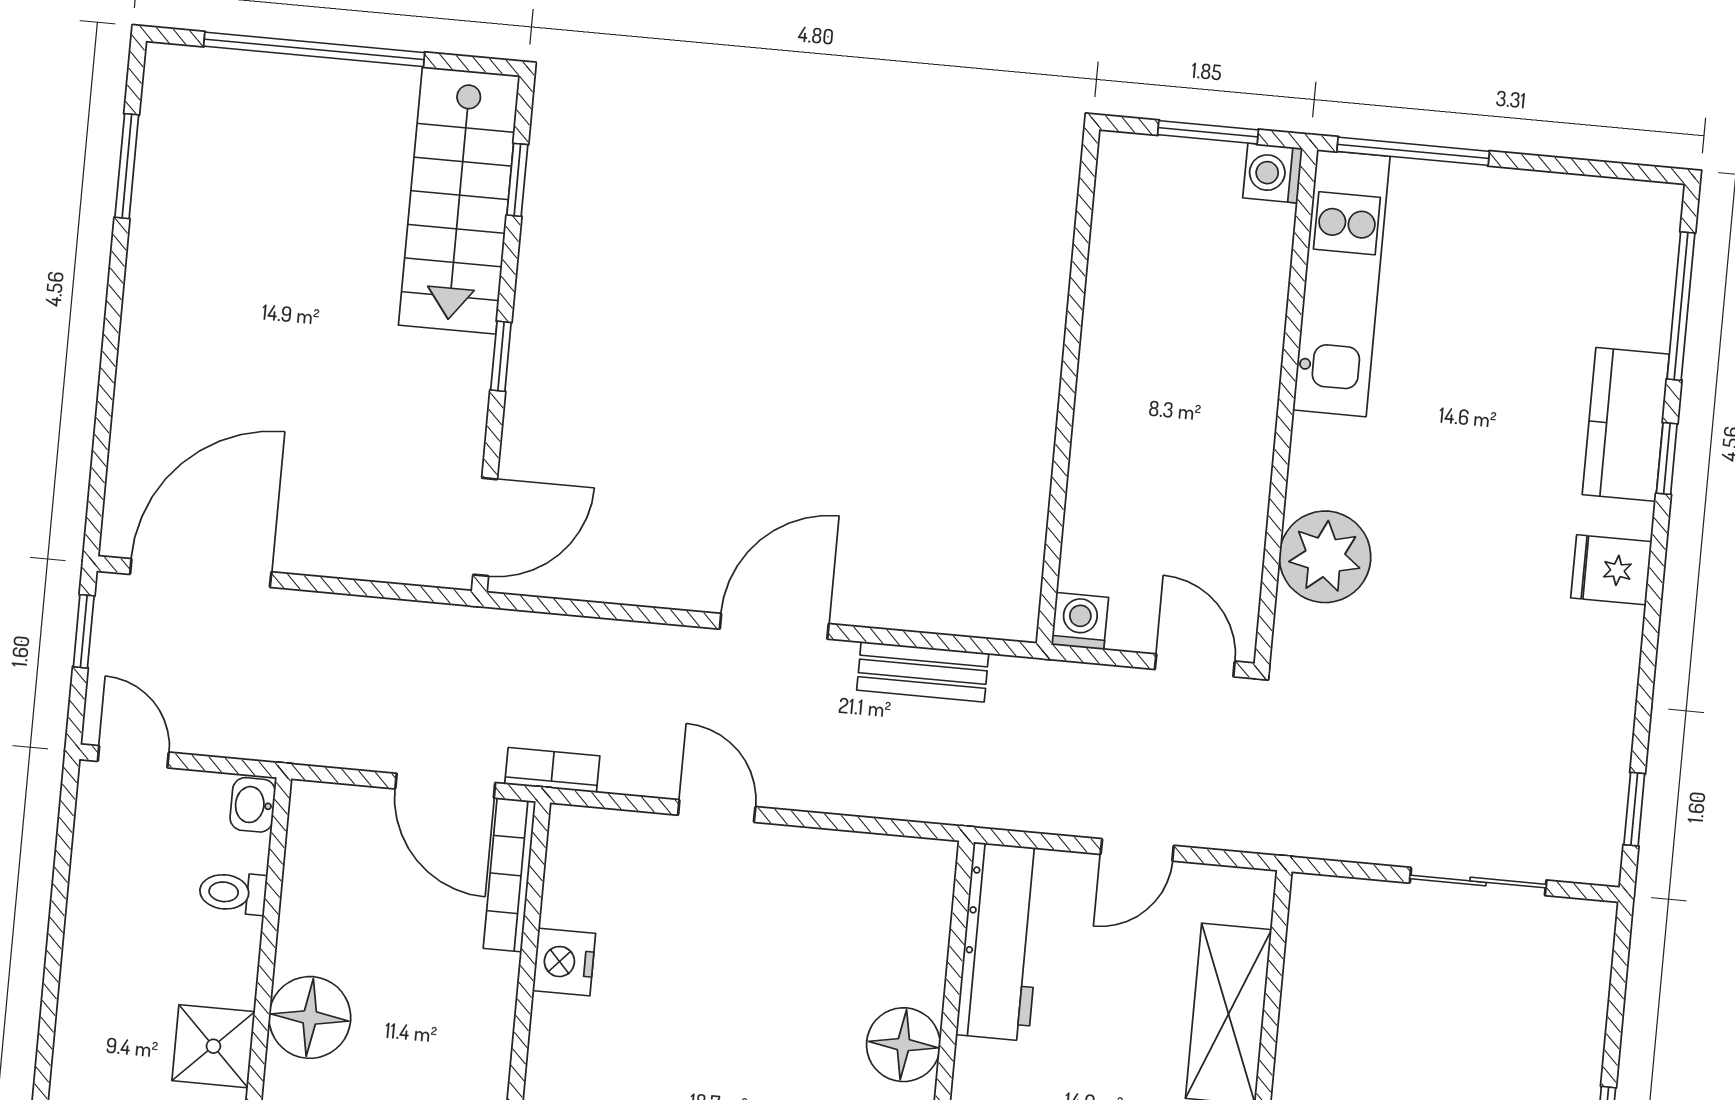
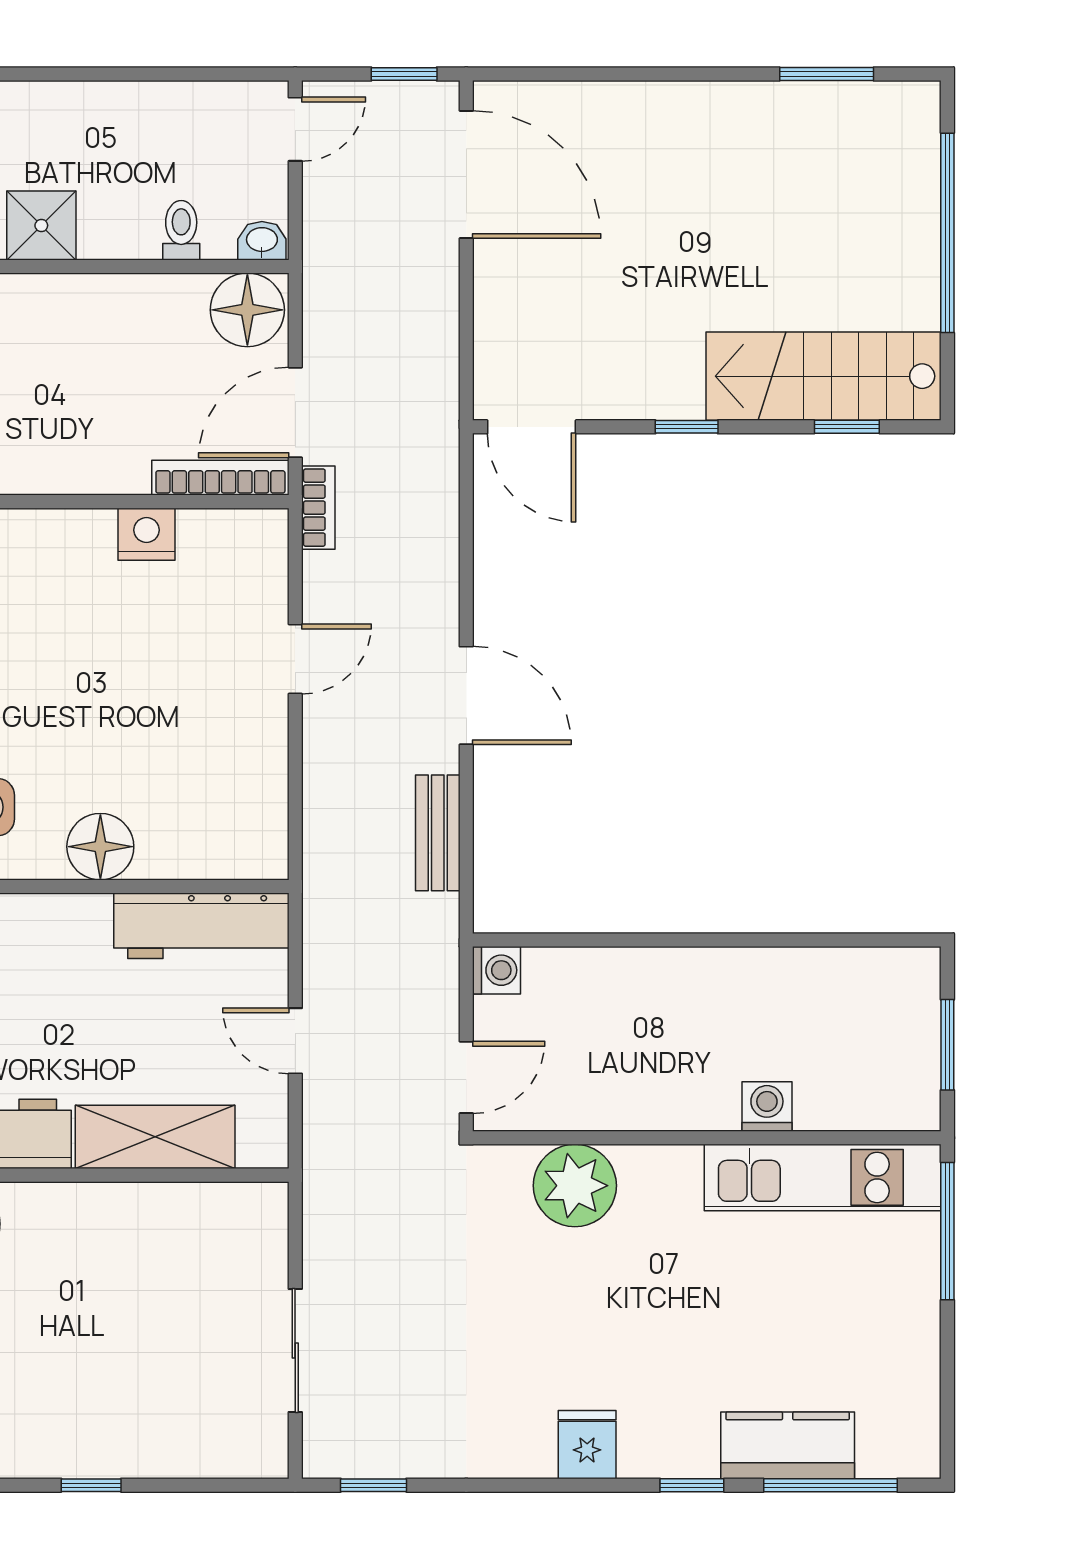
washing machine: (1273, 173) -> (767, 1106), moved
kitchen counter: (1626, 424) -> (788, 1445), moved
floor lamp: (310, 1017) -> (247, 310), moved

